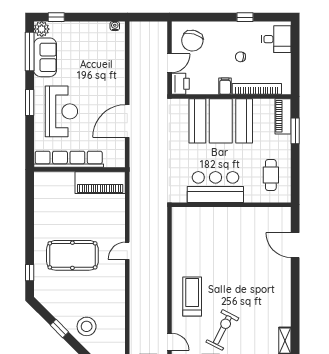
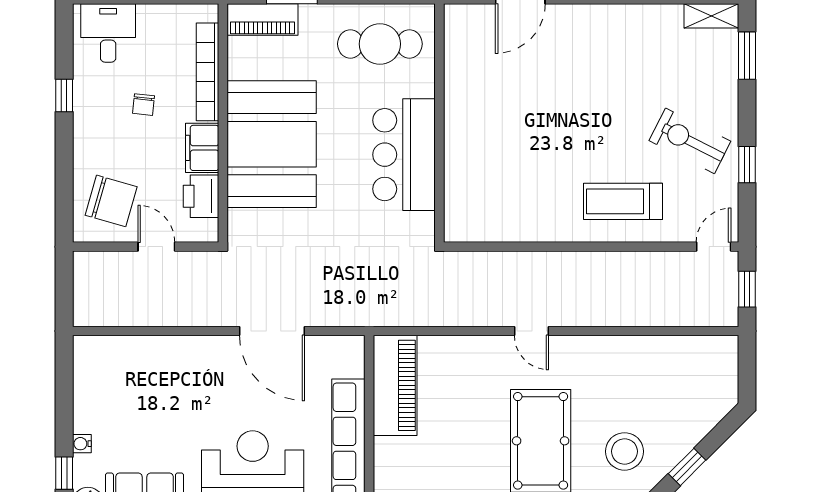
water cooler: (115, 26) -> (82, 444), moved
printer: (180, 84) -> (201, 196), moved, turned -90
filing cabinet: (225, 86) -> (202, 148), width x2.00
cafe table: (271, 175) -> (380, 44), width x1.37, depth x1.35
stool: (87, 326) -> (625, 451), moved

